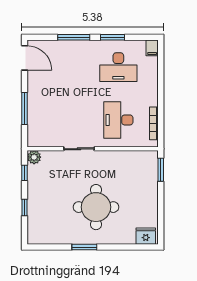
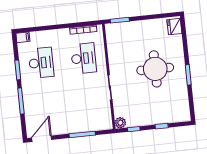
desk: (118, 120) -> (84, 58), turned -90

